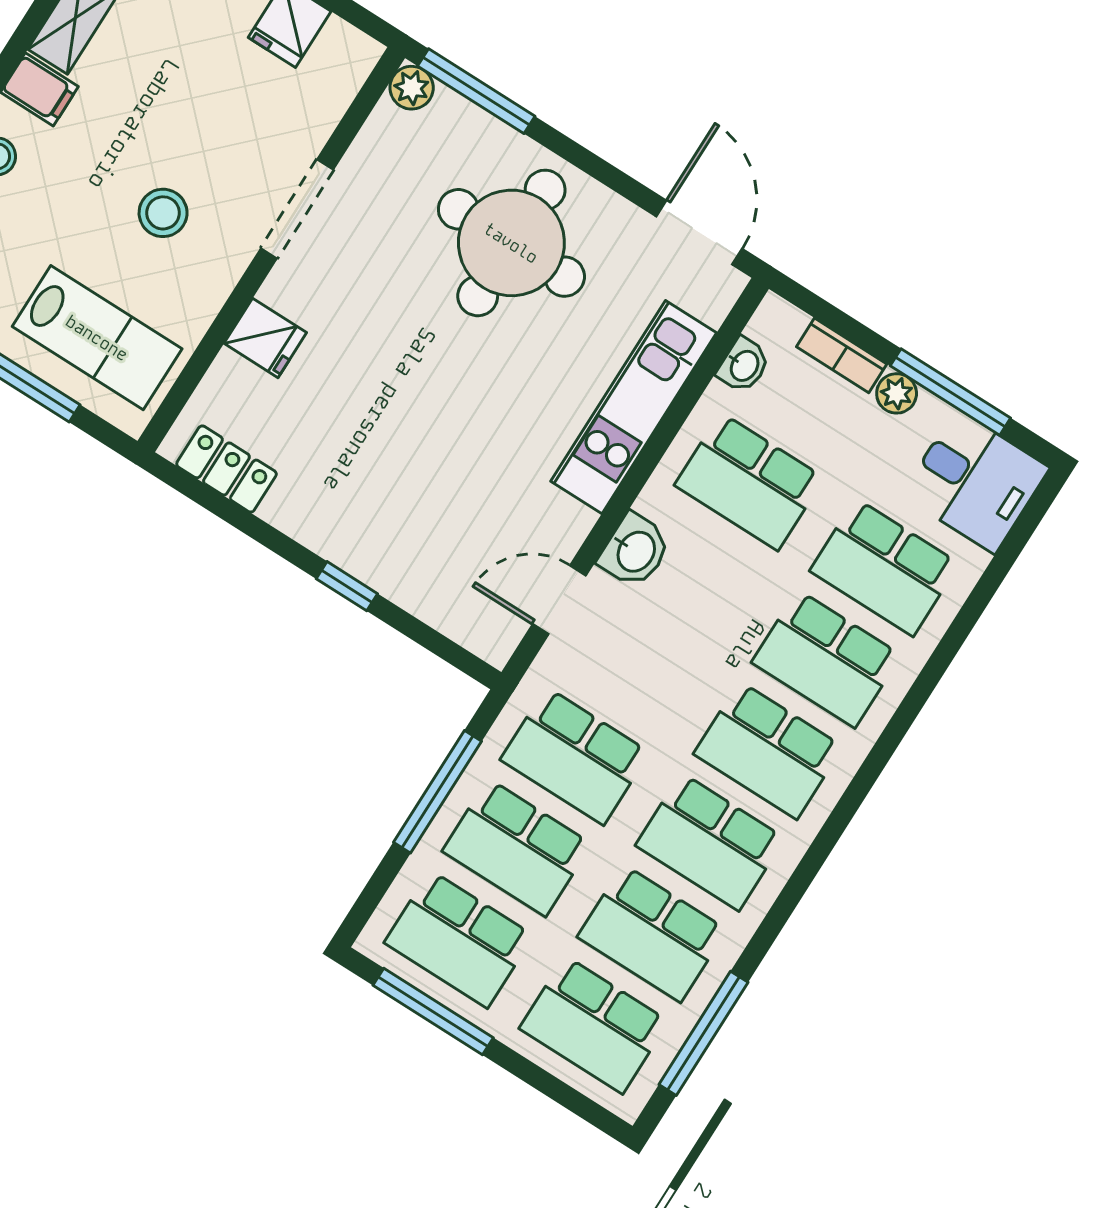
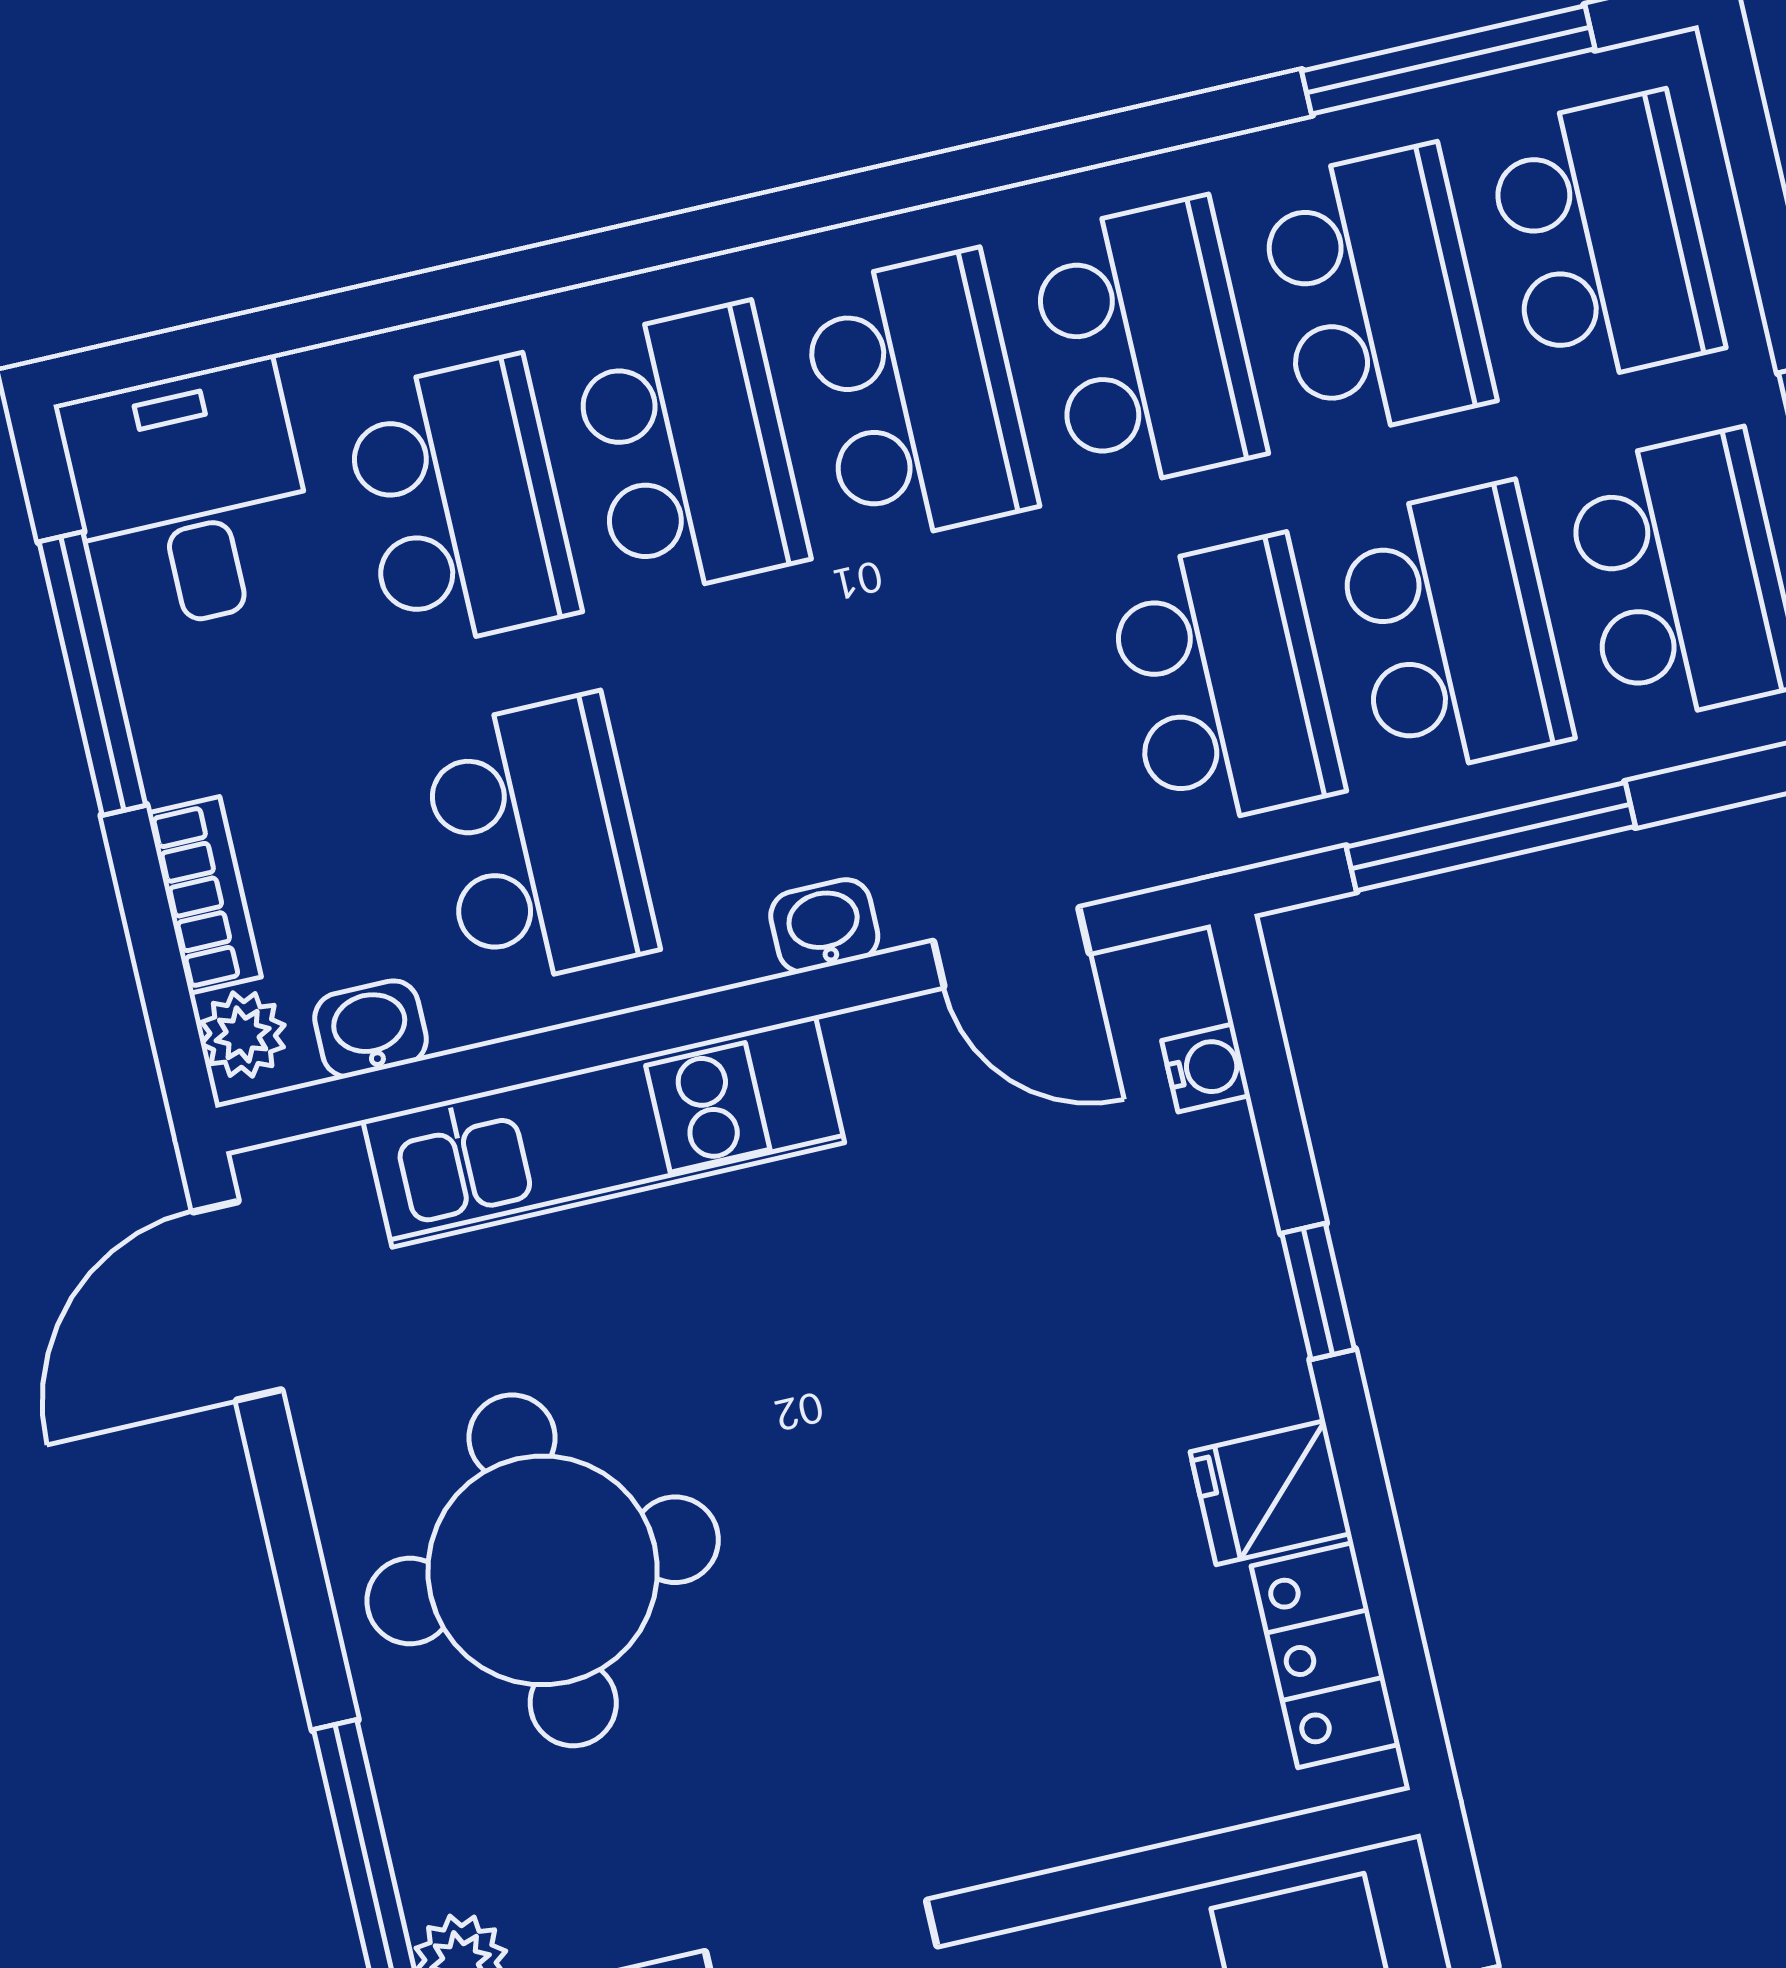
fridge: (265, 338) -> (1271, 1493), moved, turned -90
plant: (897, 393) -> (243, 1035), moved
washbasin: (635, 551) -> (824, 926), width x0.72, depth x0.69
water cooler: (456, 623) -> (1206, 1068), added

